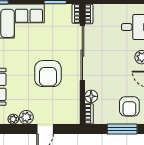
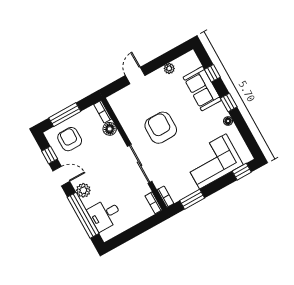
sliding door: (82, 53) -> (140, 164), width x0.73
plant: (26, 117) -> (158, 77), removed

